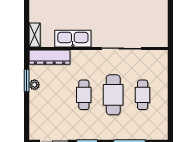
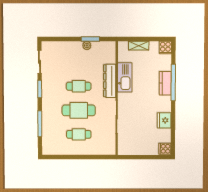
shelving: (35, 35) -> (139, 46), moved
dresser: (50, 57) -> (110, 81), moved

